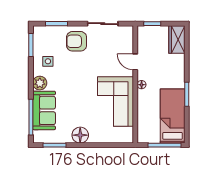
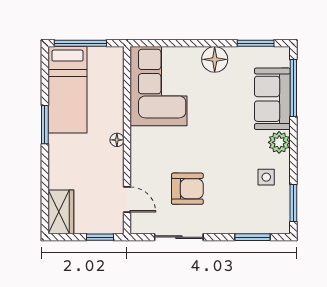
armchair: (77, 41) -> (187, 189), moved
door: (135, 62) -> (127, 200), moved
corner sofa: (115, 101) -> (159, 86), moved

